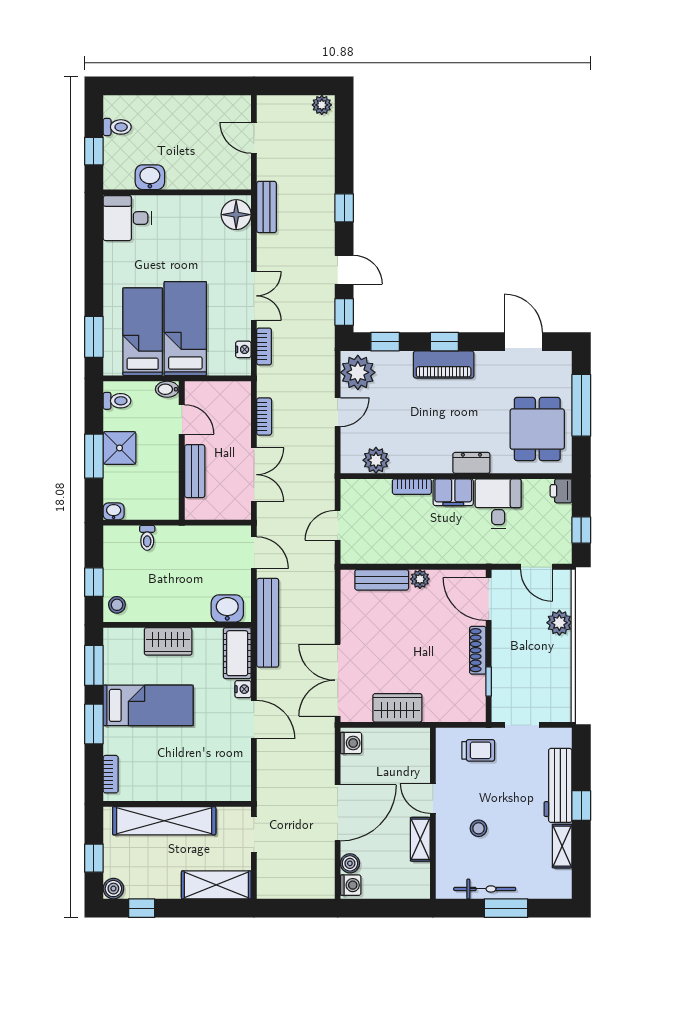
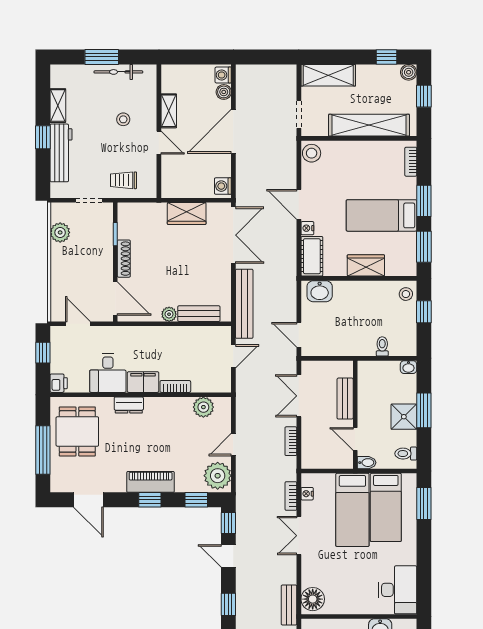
desk: (127, 218) -> (398, 590), width x1.37
bench: (268, 623) -> (244, 304), moved
plant: (559, 623) -> (60, 232), moved
stool: (238, 785) -> (312, 153), added

